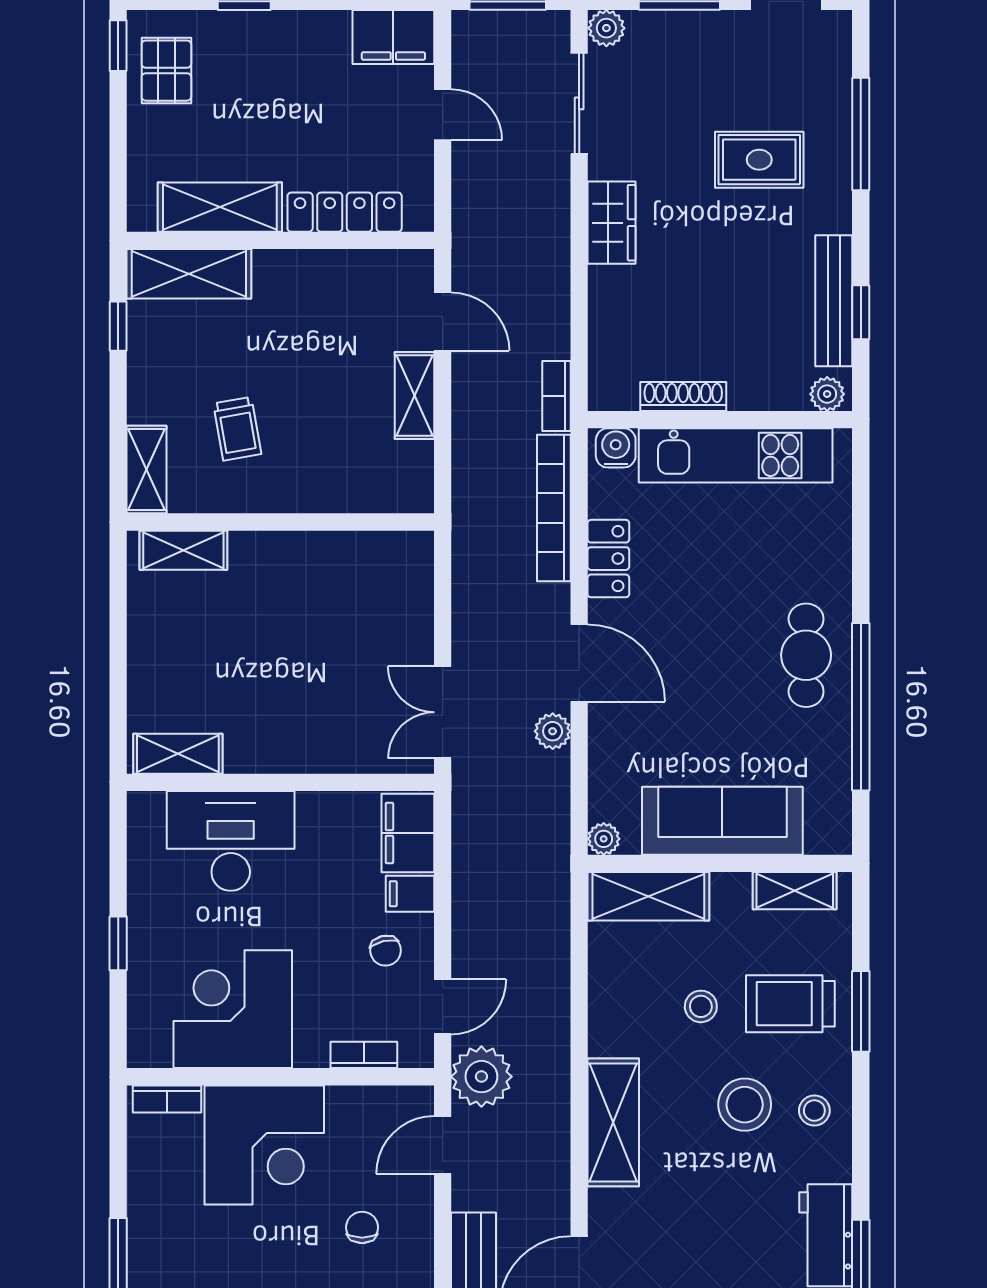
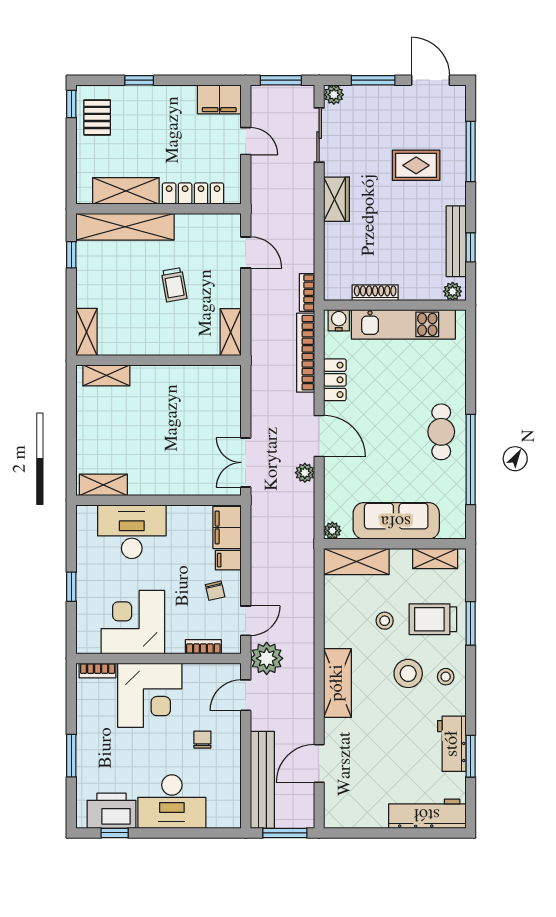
shelving: (189, 274) -> (125, 227), width x1.47
shelving: (414, 395) -> (231, 332), moved
trolley: (237, 429) -> (174, 285), moved

